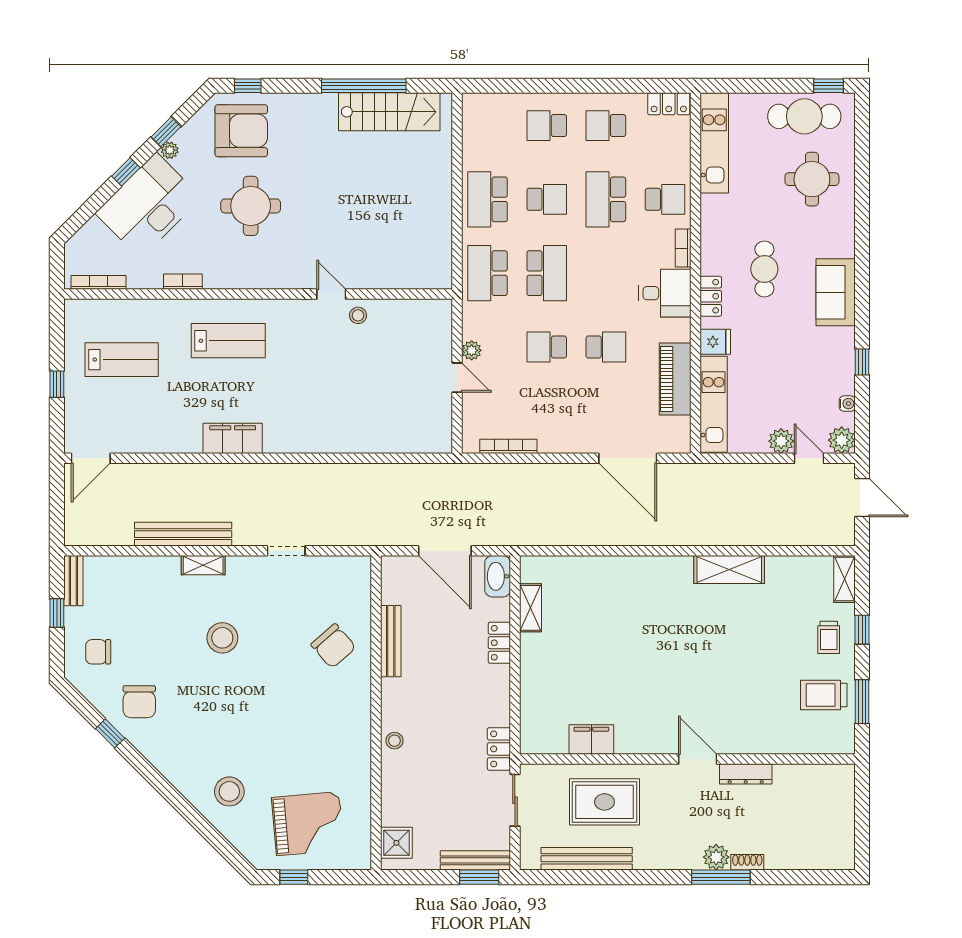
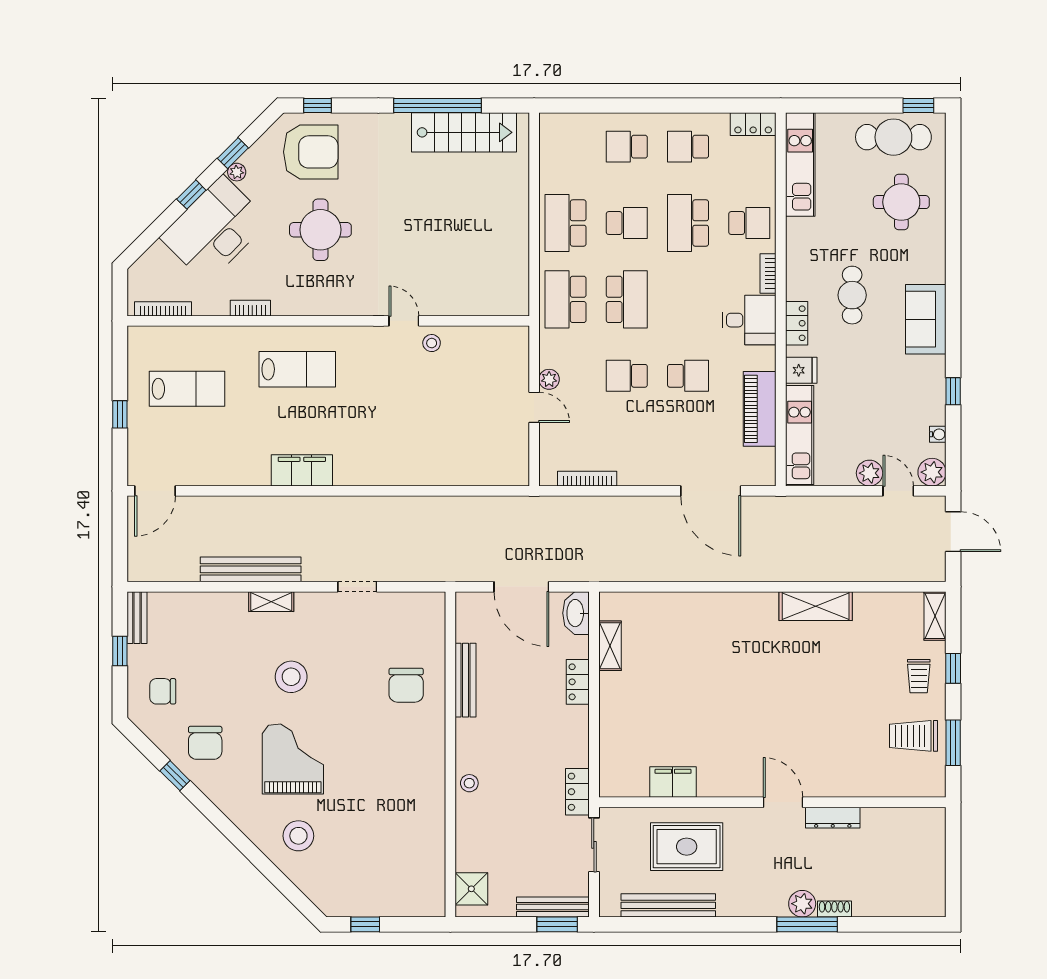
chair: (333, 646) -> (406, 685), turned 41
grand piano: (308, 824) -> (293, 759), moved, turned -85

